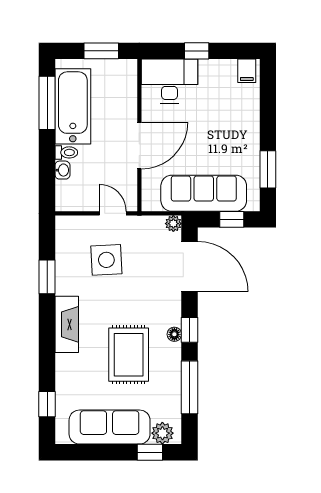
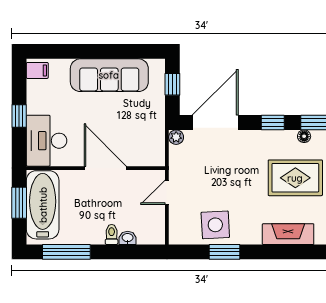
bathtub: (73, 106) -> (43, 205), moved, turned 90
window: (268, 169) -> (127, 51), removed
sofa: (204, 193) -> (109, 75), moved, turned -90
side table: (106, 260) -> (215, 225), moved
fireplace: (67, 324) -> (288, 234), moved
floor lamp: (174, 334) -> (304, 136), moved

